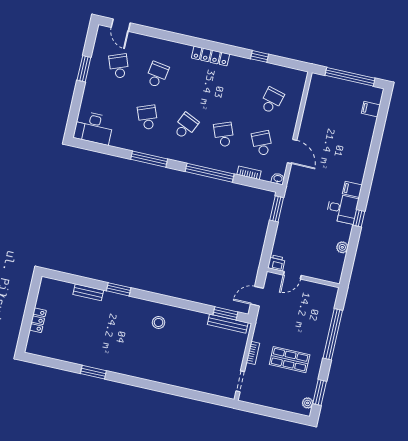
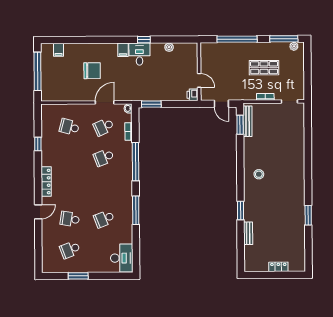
door: (121, 25) -> (38, 212), moved
school desk: (186, 126) -> (104, 188), removed
chair: (335, 145) -> (92, 71), added
shop shelf: (290, 360) -> (264, 68), turned 90
window: (320, 392) -> (284, 39), width x1.44

